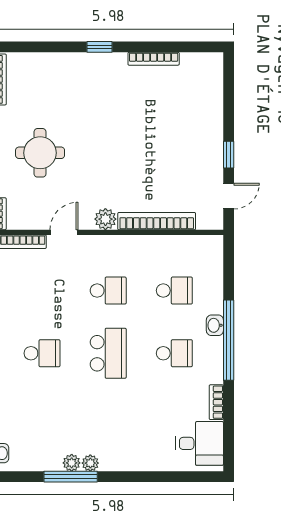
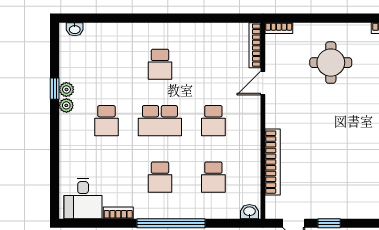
plant: (105, 219) -> (274, 118), removed
door: (64, 232) -> (263, 83), swing flipped
washbasin: (215, 325) -> (249, 212), moved
school desk: (108, 416) -> (106, 121), added
window: (71, 477) -> (55, 89), width x0.46

